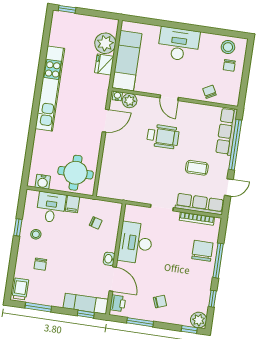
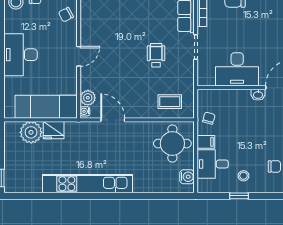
wheelchair: (163, 136) -> (156, 55), moved, width x0.73, depth x0.73
coffee table: (197, 168) -> (170, 102), moved, turned 90
chair: (96, 223) -> (209, 118), moved

